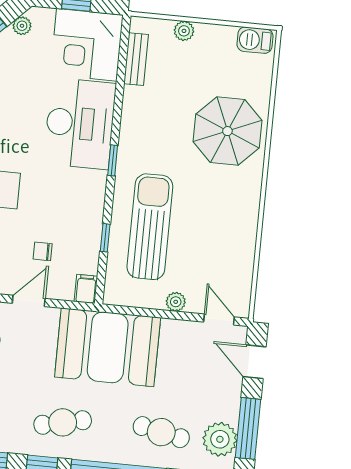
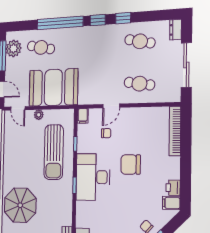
desk: (80, 124) -> (93, 177), moved
booth: (108, 347) -> (53, 87), moved
cafe table: (63, 422) -> (89, 44), removed

